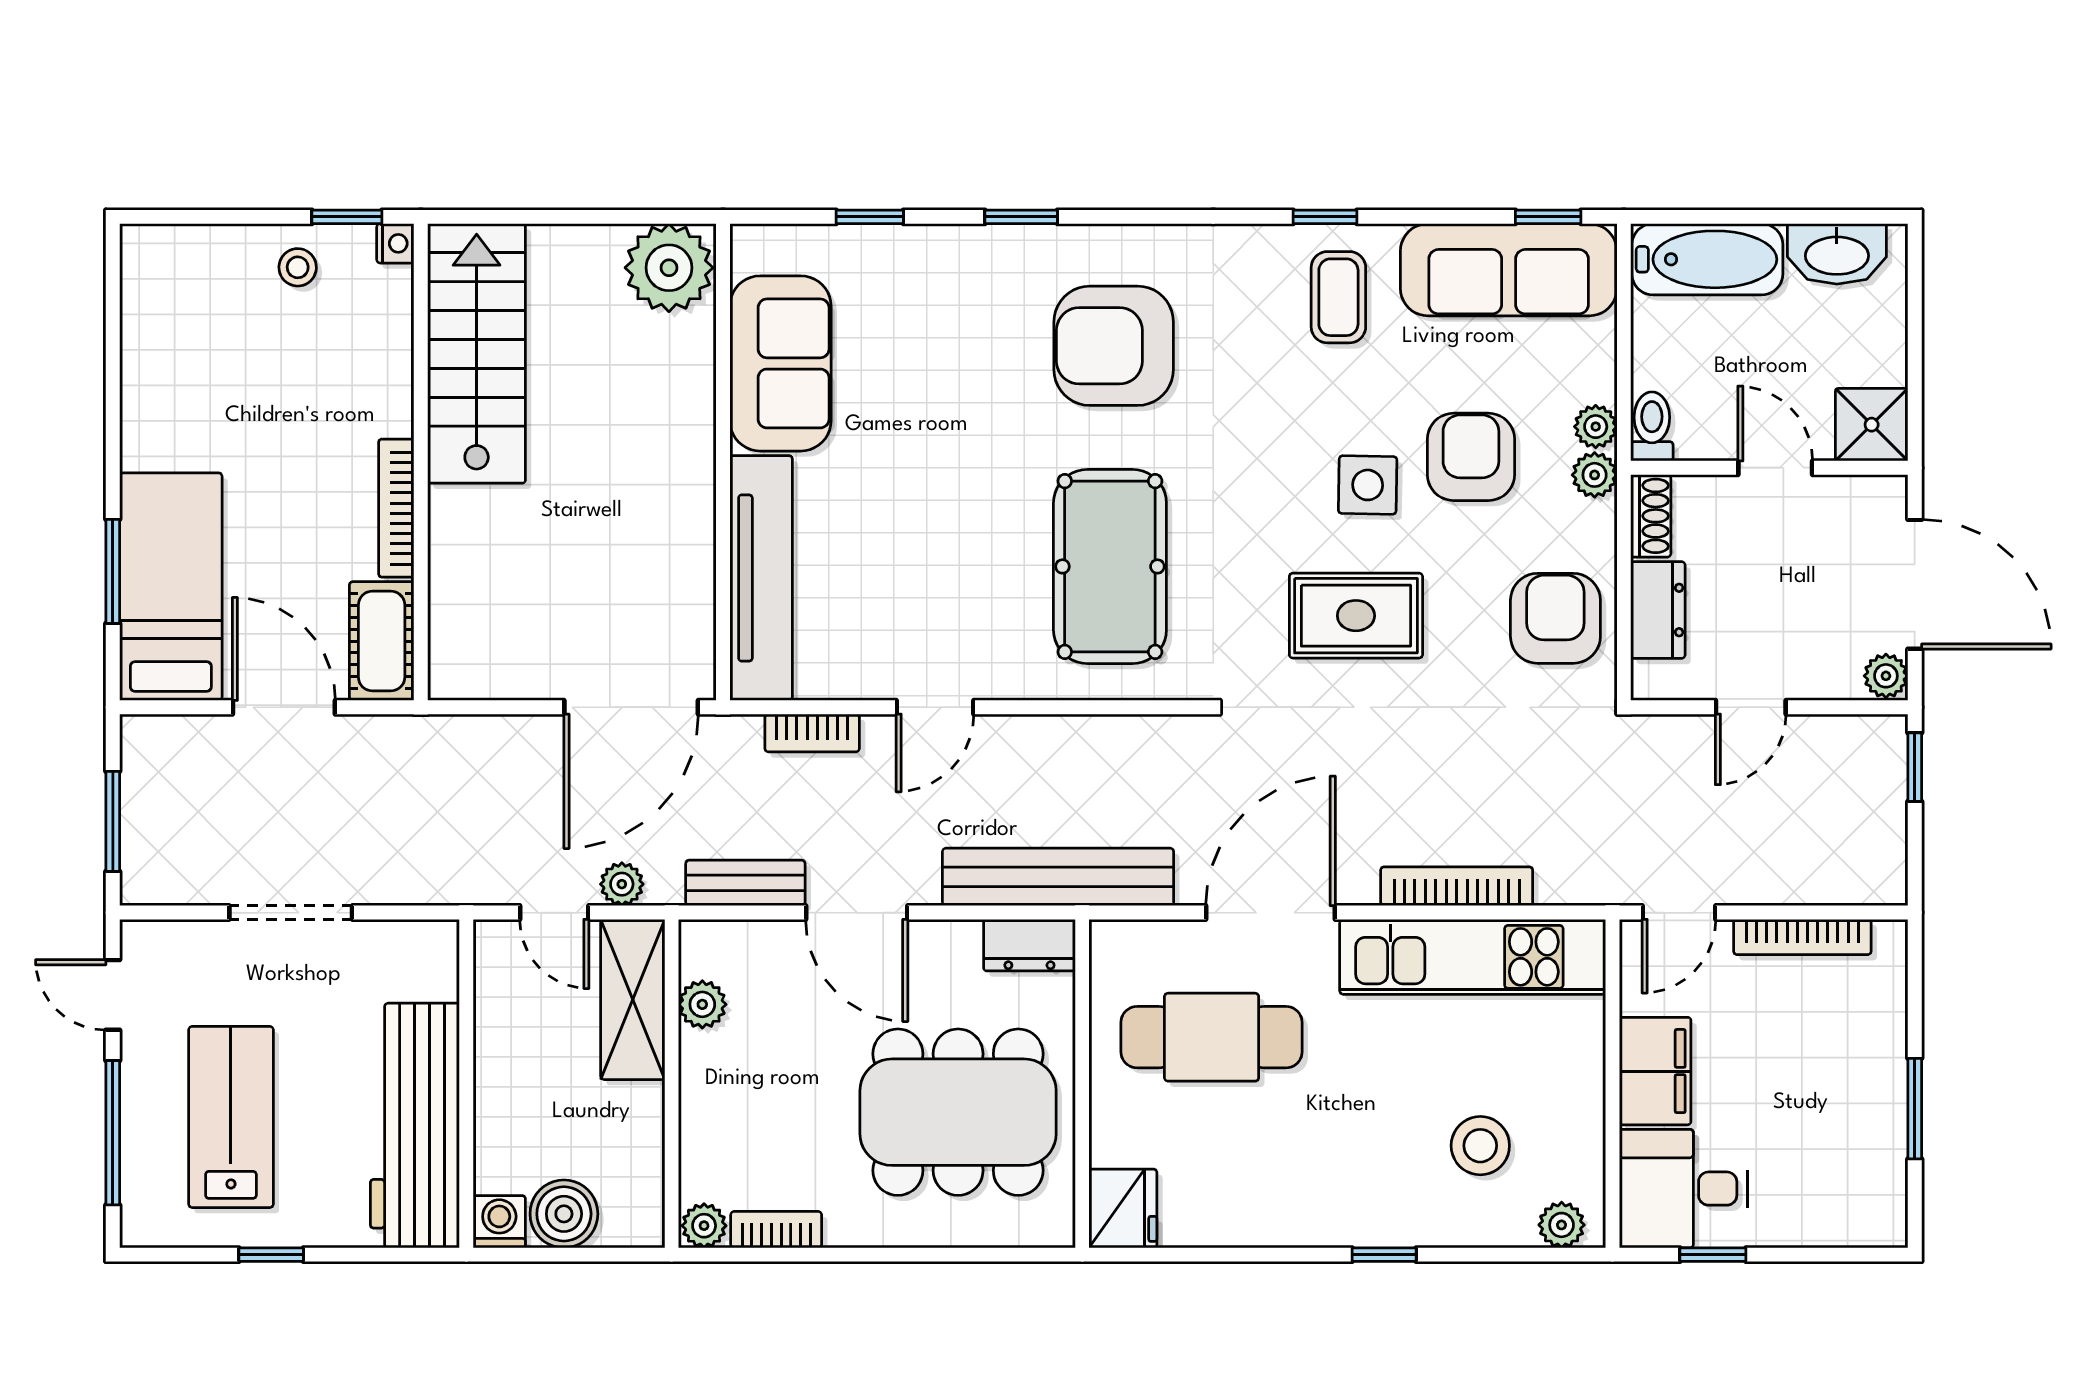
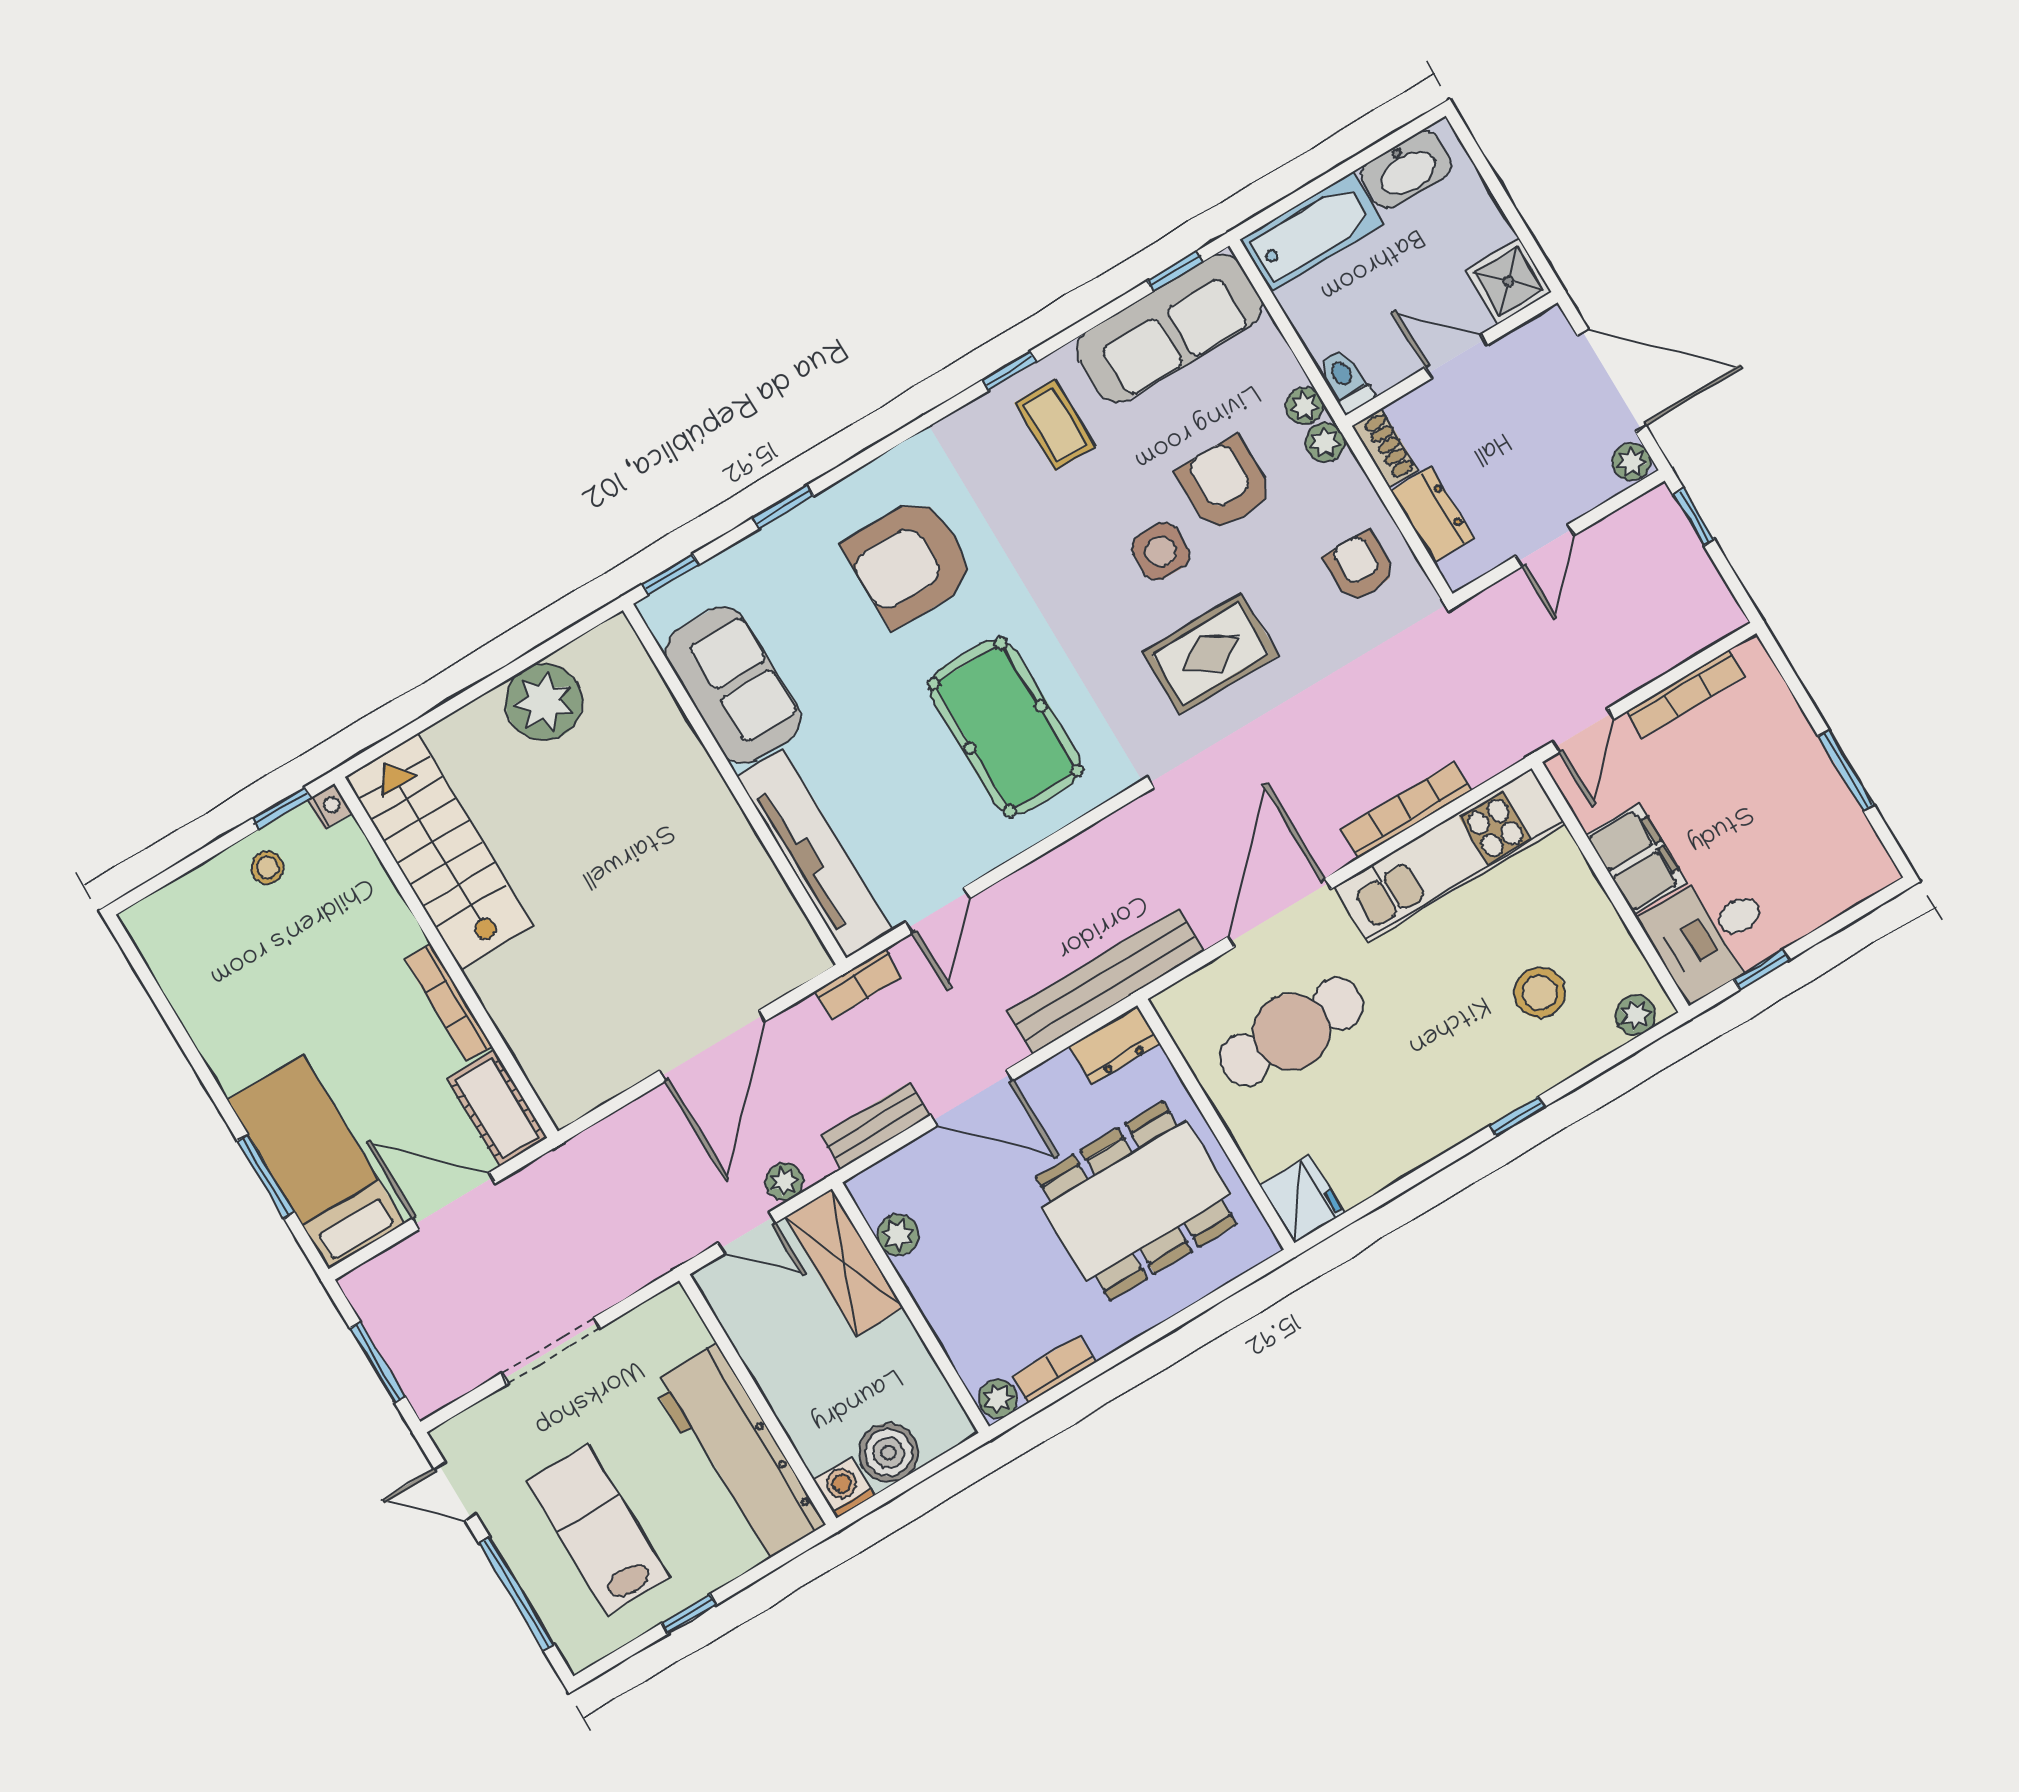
sofa: (780, 363) -> (733, 685), moved
wall: (723, 462) -> (734, 784), moved
tv unit: (761, 578) -> (815, 853), moved
armchair: (1555, 618) -> (1360, 567), width x0.72, depth x0.72

